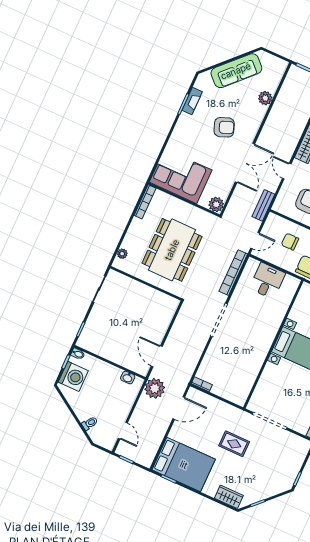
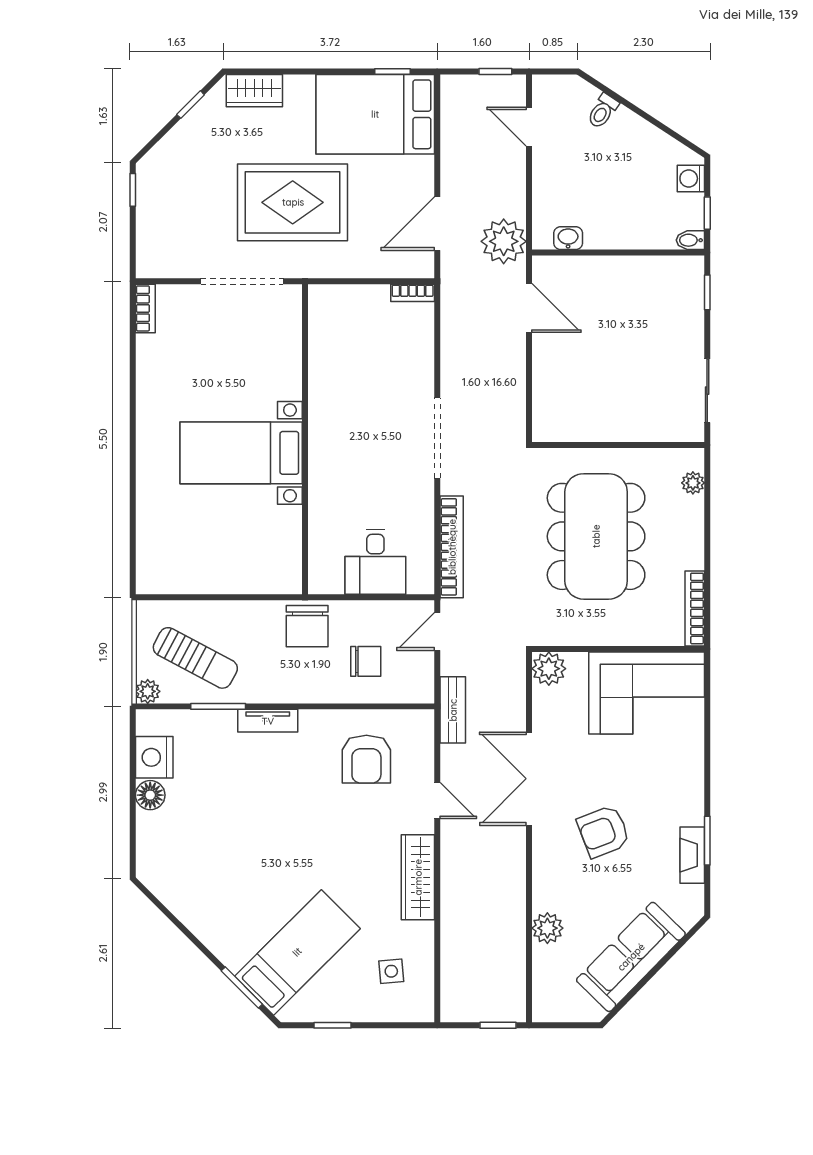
washing machine: (73, 376) -> (691, 179), width x0.53, depth x0.53
rug: (234, 444) -> (293, 202), width x1.86, depth x2.06

